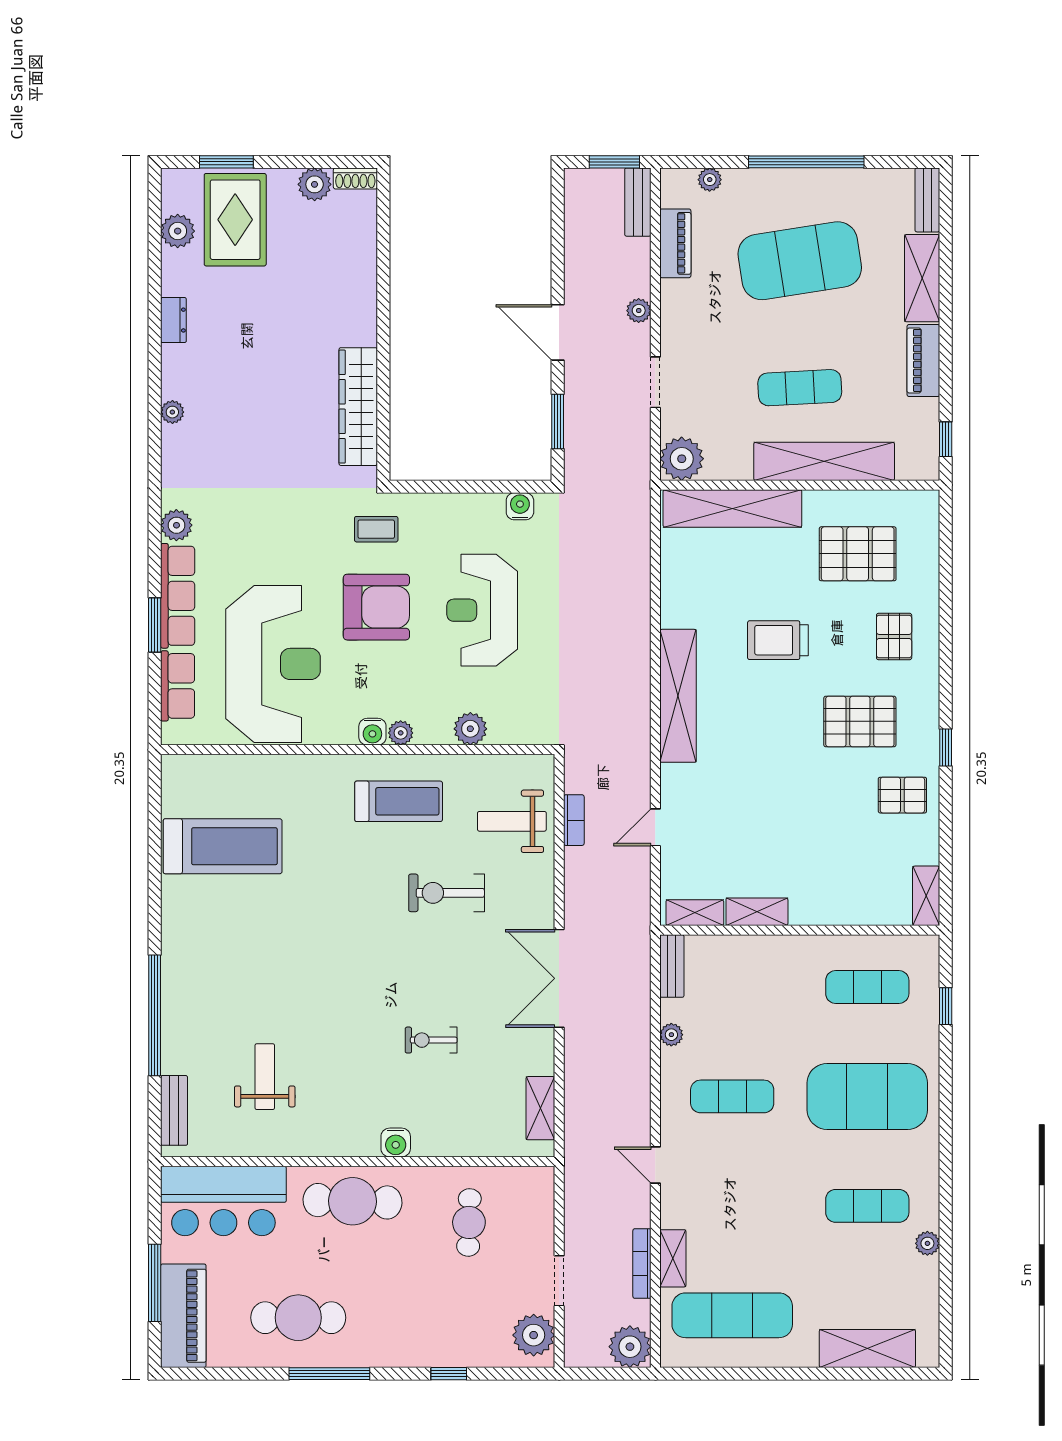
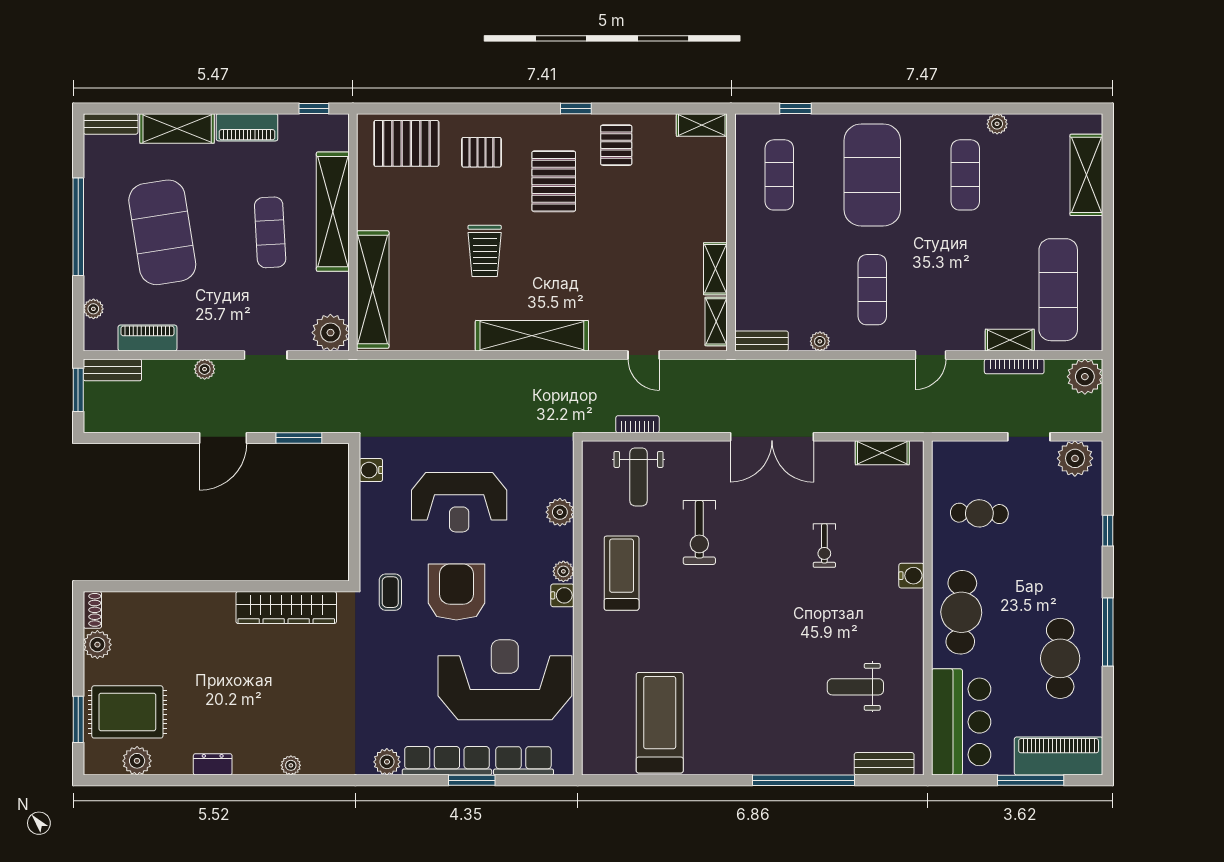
pallet: (858, 554) -> (406, 143), moved, turned 90

